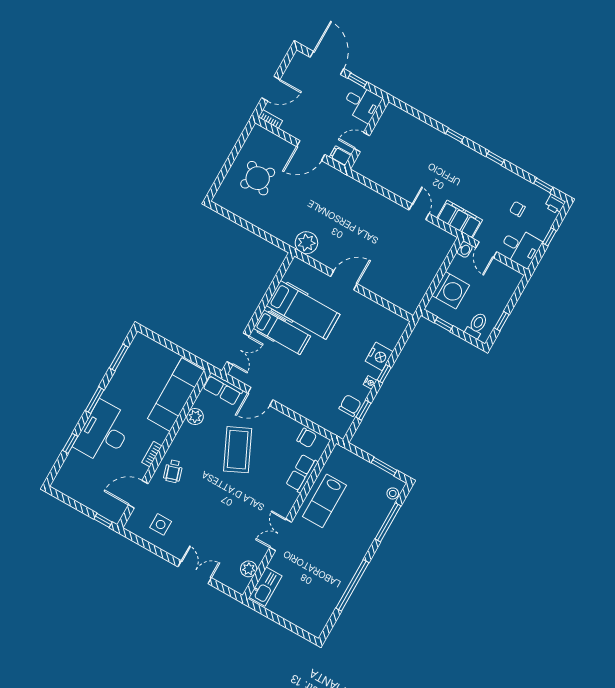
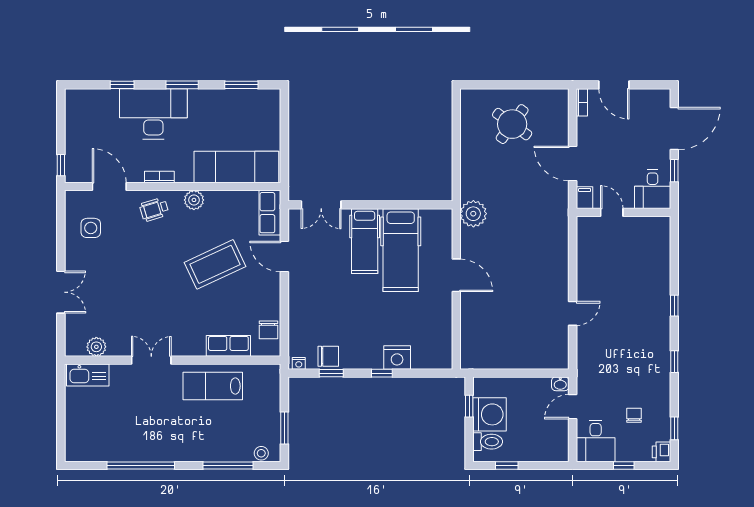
filing cabinet: (460, 219) -> (589, 361), removed
washing machine: (451, 290) -> (490, 414), moved, turned -90
nightstand: (370, 382) -> (299, 363), moved
plant: (195, 417) -> (194, 200), moved

